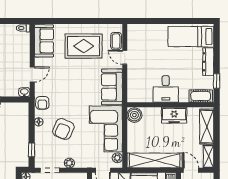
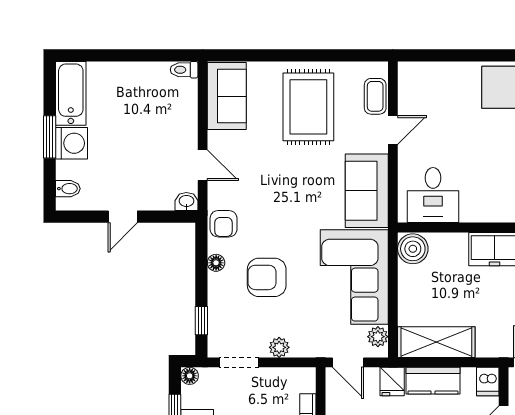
rug: (84, 46) -> (308, 107), turned 90
door: (125, 57) -> (393, 130), swing flipped
door: (32, 74) -> (203, 165), hinge flipped
desk: (166, 89) -> (433, 195), moved
armchair: (63, 129) -> (267, 277), turned 67
shelving: (155, 160) -> (436, 342), width x0.68

